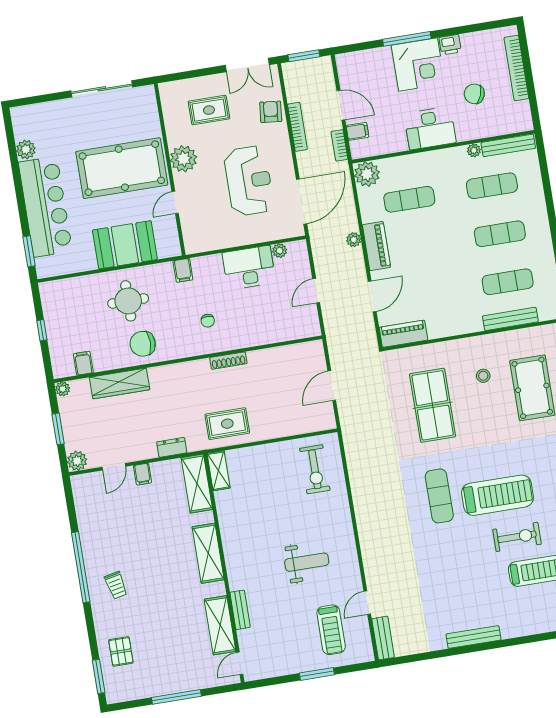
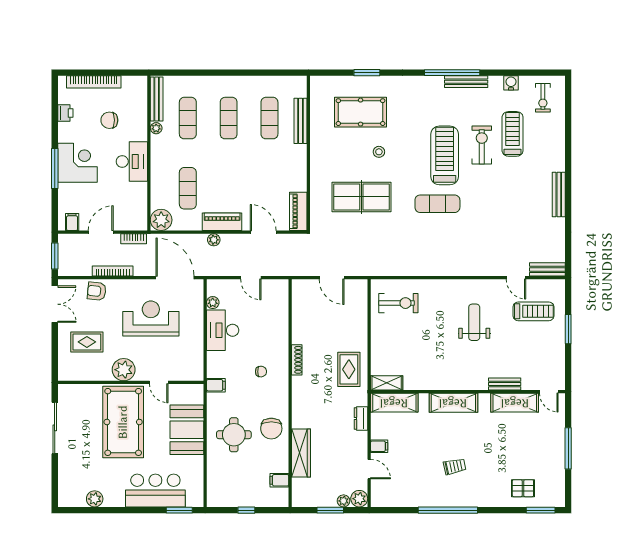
printer: (450, 45) -> (65, 113), moved
chair: (474, 94) -> (109, 120), turned 70
rug: (209, 110) -> (87, 342), turned 90
filing cabinet: (357, 131) -> (72, 222), moved
bar counter: (45, 207) -> (155, 490), width x0.73
stool: (483, 376) -> (379, 152), moved
plant: (63, 389) -> (344, 501), moved
trolley: (116, 585) -> (455, 466), moved

